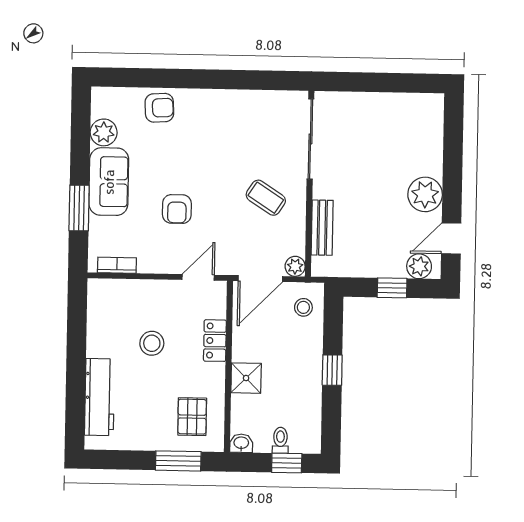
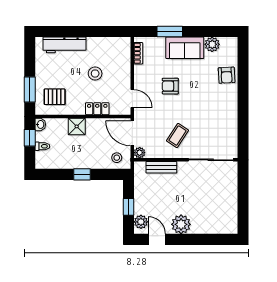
window: (287, 463) -> (30, 138), moved

